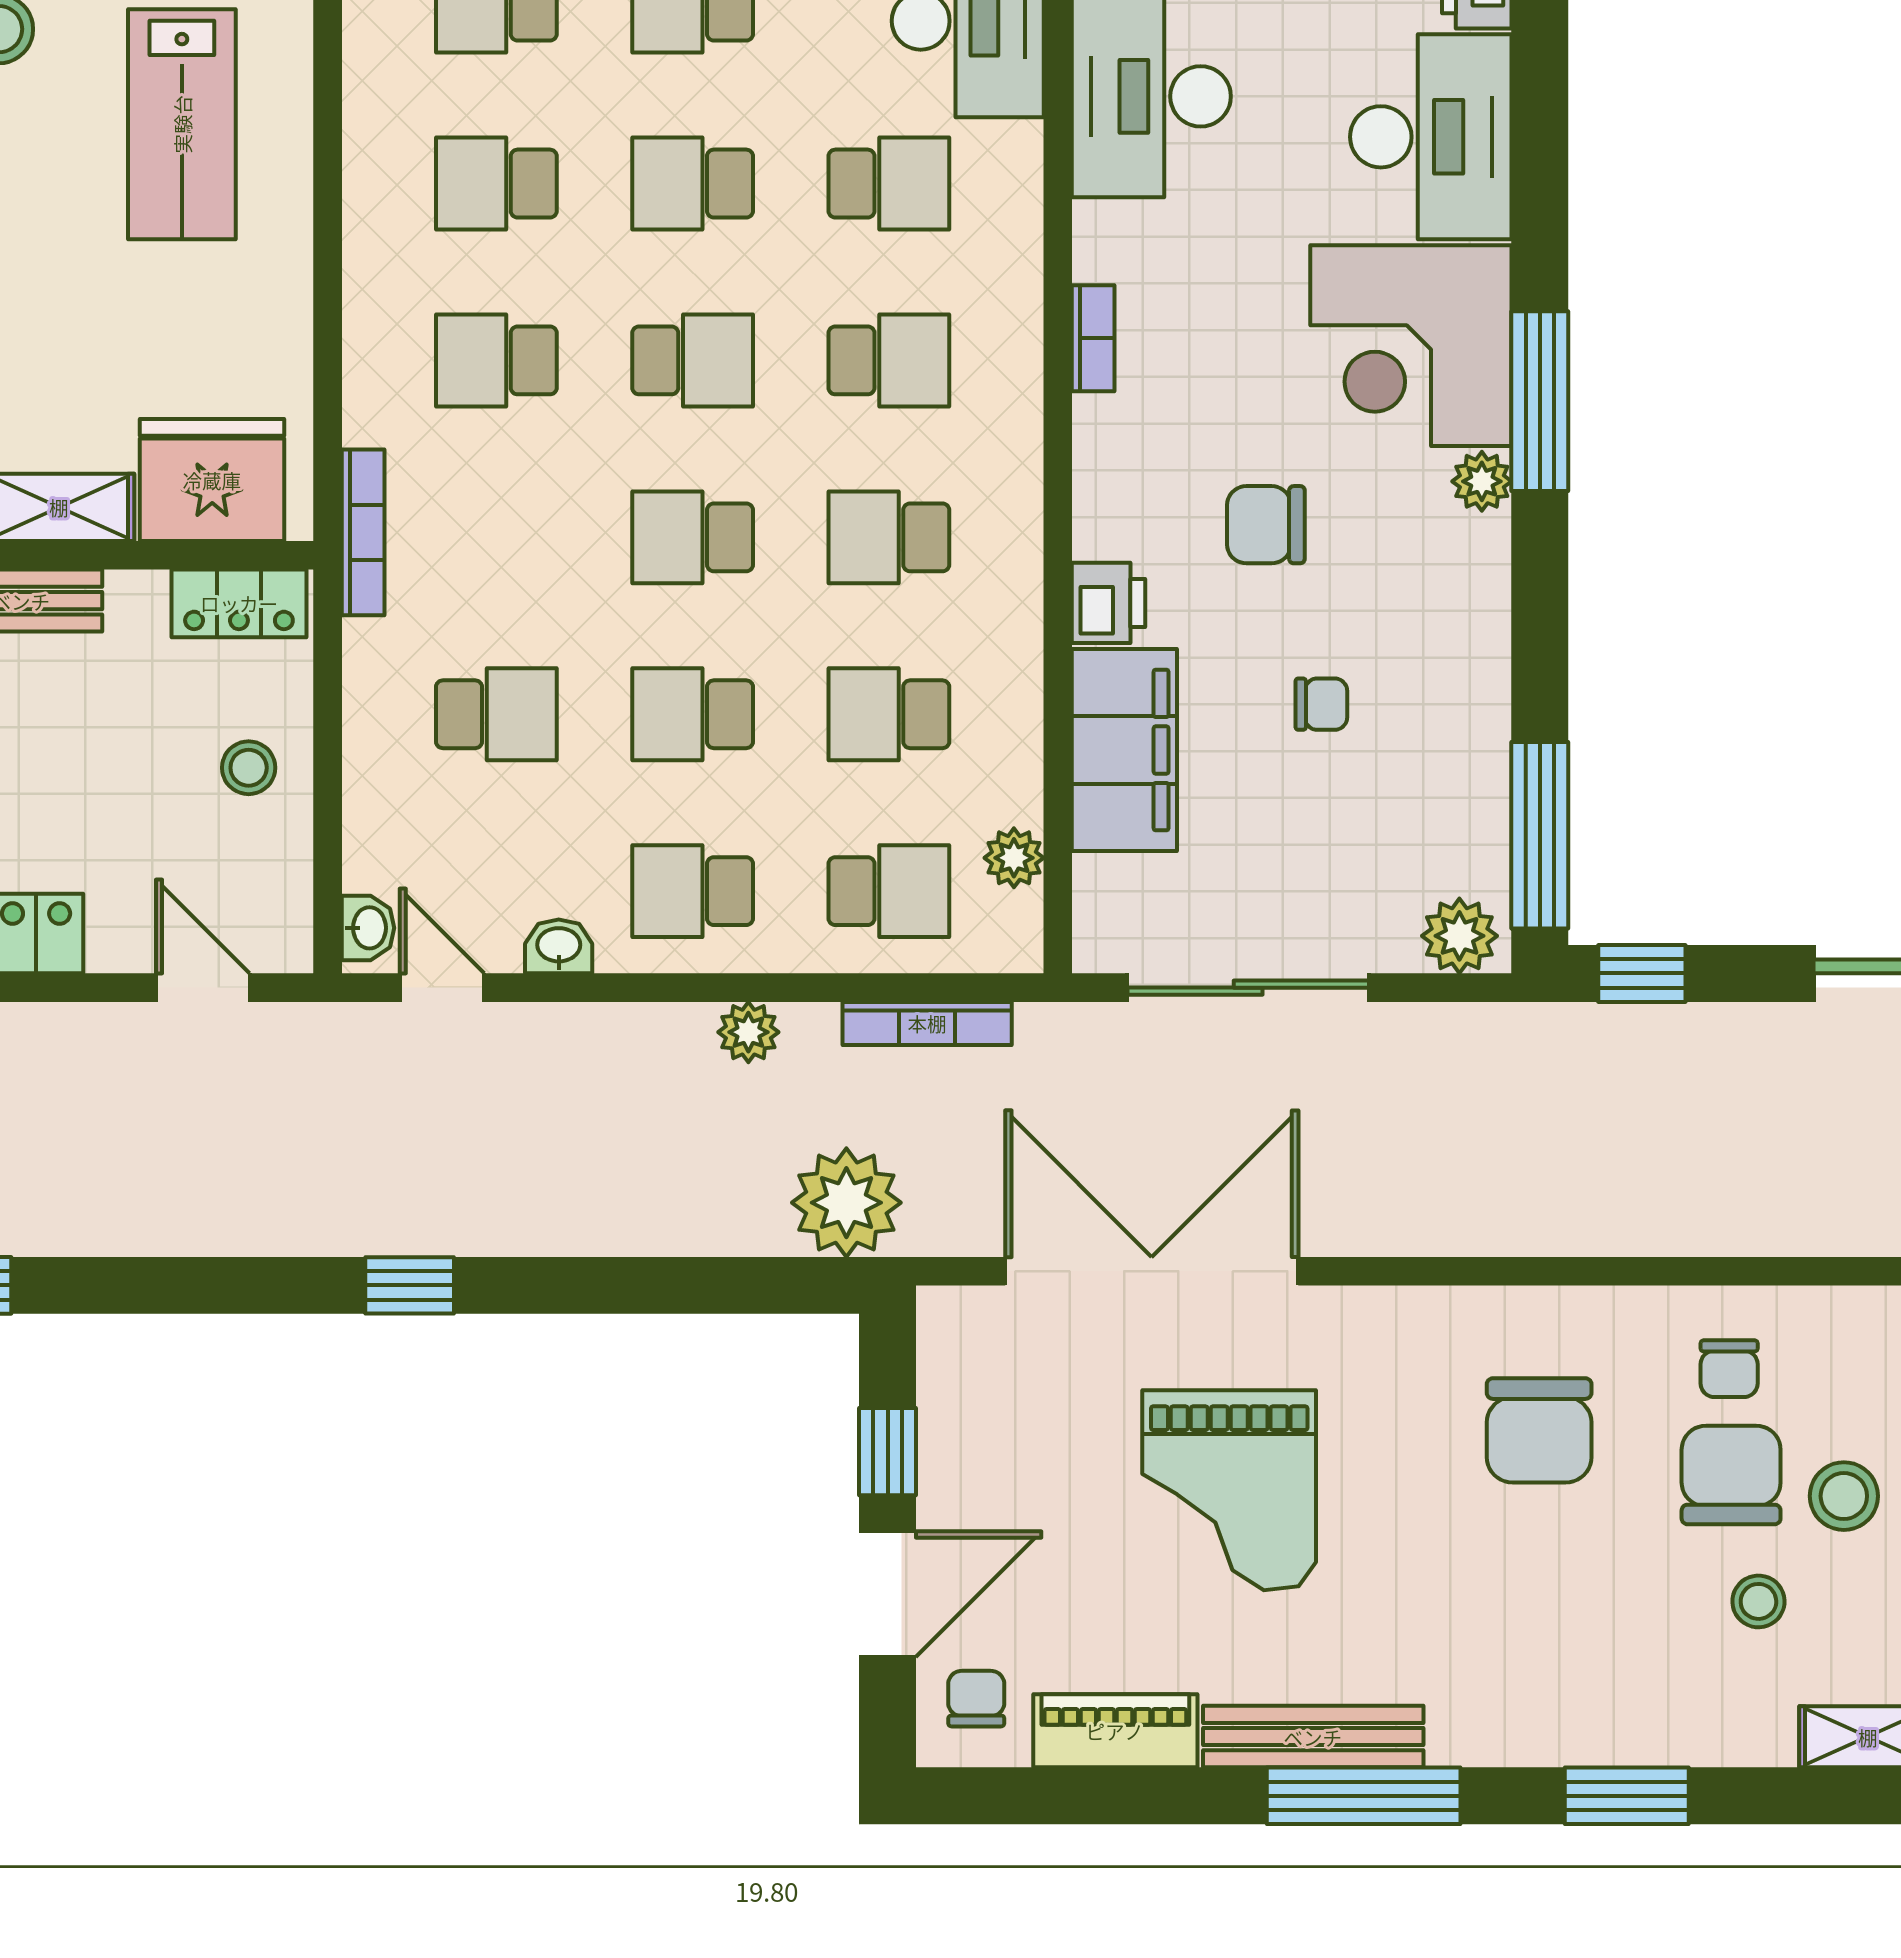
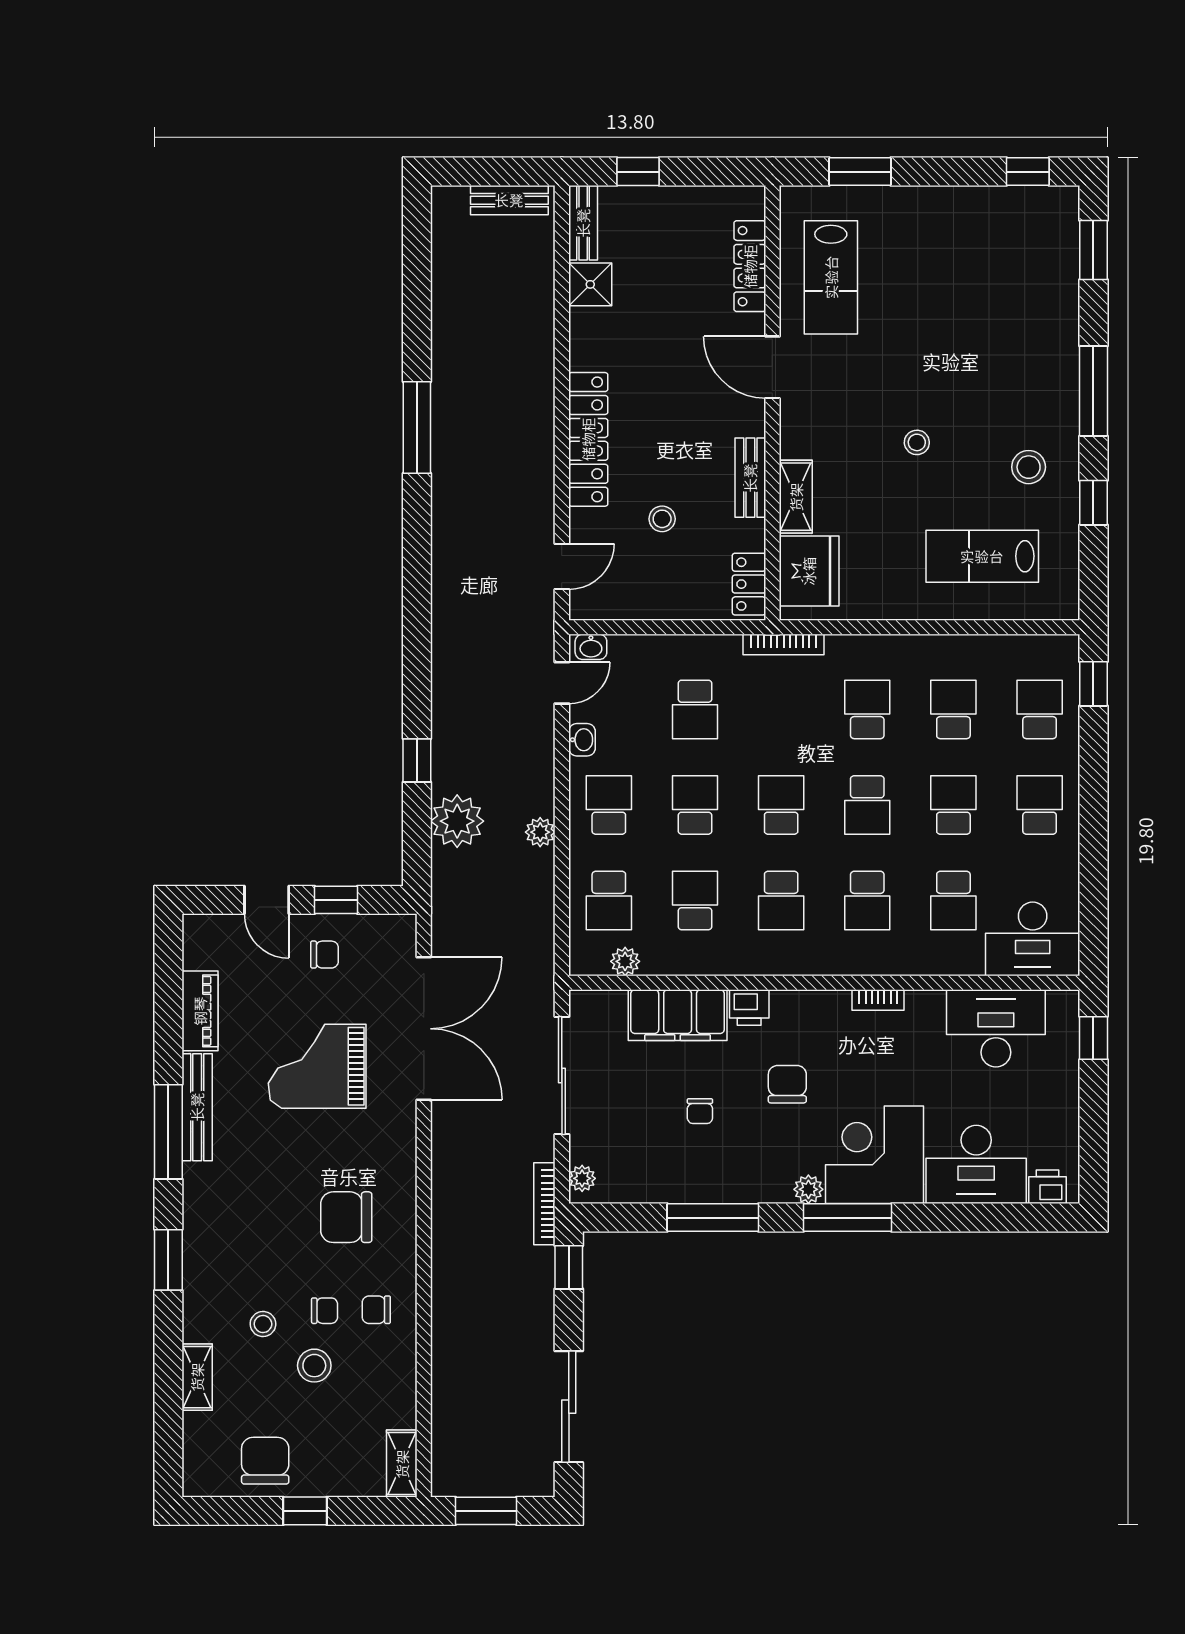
school desk: (889, 537) -> (781, 901), turned 180
stool: (249, 768) -> (662, 519), moved
window: (1540, 835) -> (713, 1218), moved
plant: (1459, 936) -> (582, 1178), width x0.73, depth x0.73
bookcase: (927, 1023) -> (544, 1204), moved
plant: (846, 1203) -> (457, 821), moved
window: (410, 1285) -> (417, 760), moved
chair: (1731, 1475) -> (325, 1311), width x0.54, depth x0.54
door: (888, 1594) -> (267, 900), width x0.73
chair: (976, 1699) -> (324, 955), moved

